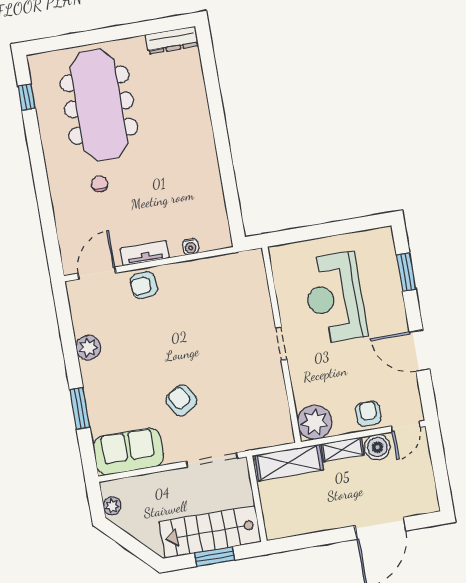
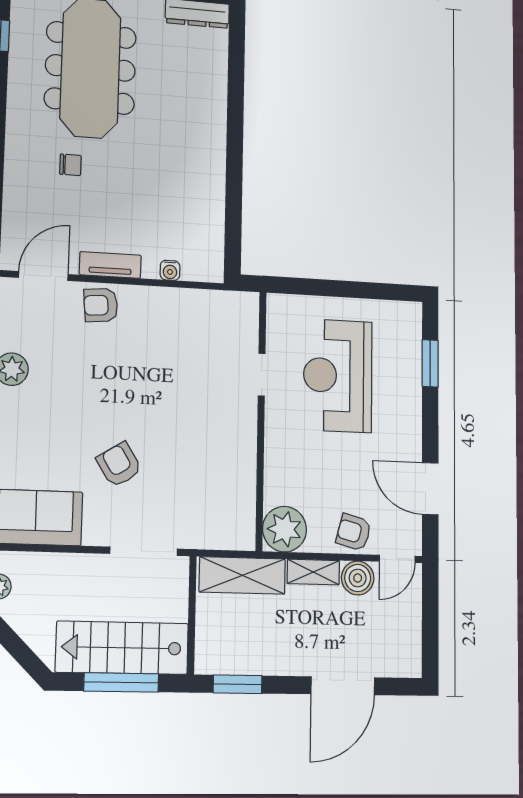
chair: (99, 184) -> (70, 165), turned 90
doorway: (281, 344) -> (262, 375), moved
door: (419, 350) -> (430, 489), moved
armchair: (368, 414) -> (354, 532), turned -75
window: (300, 542) -> (238, 684), added
window: (214, 557) -> (121, 682), width x1.44

